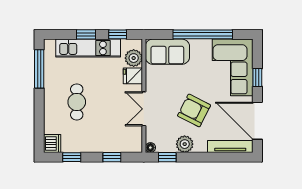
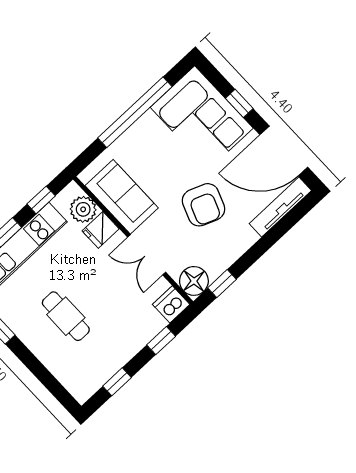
sofa: (167, 52) -> (122, 197), moved, turned -90
armchair: (194, 110) -> (203, 205), turned -96
dishwasher: (52, 143) -> (171, 304), moved, turned -90
plant: (185, 144) -> (228, 251), removed
floor lamp: (150, 148) -> (194, 281), width x1.89, depth x1.89

